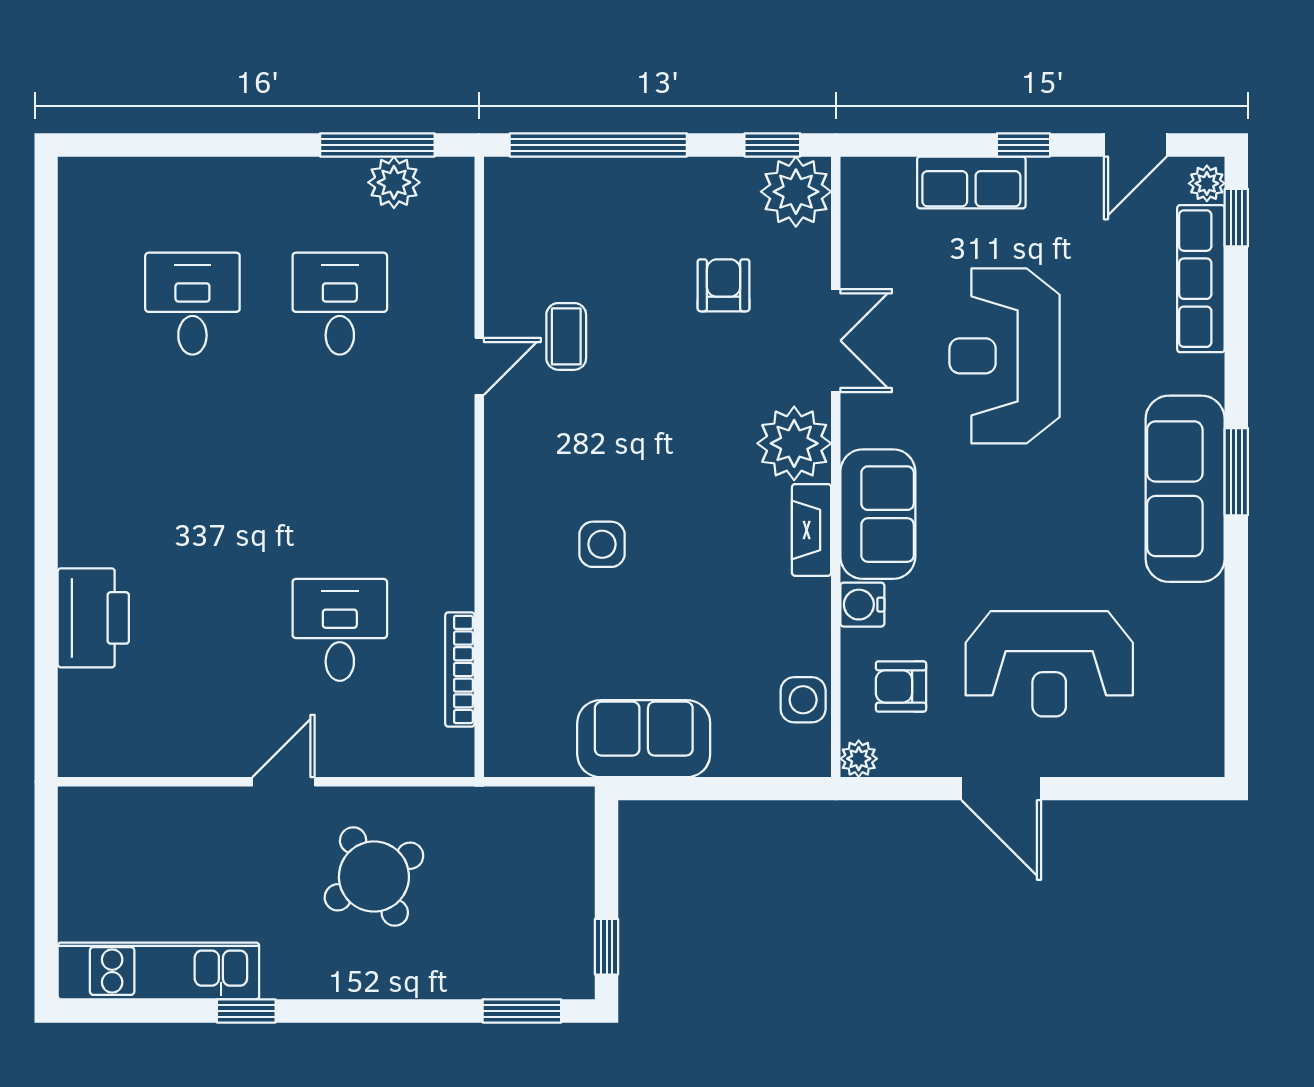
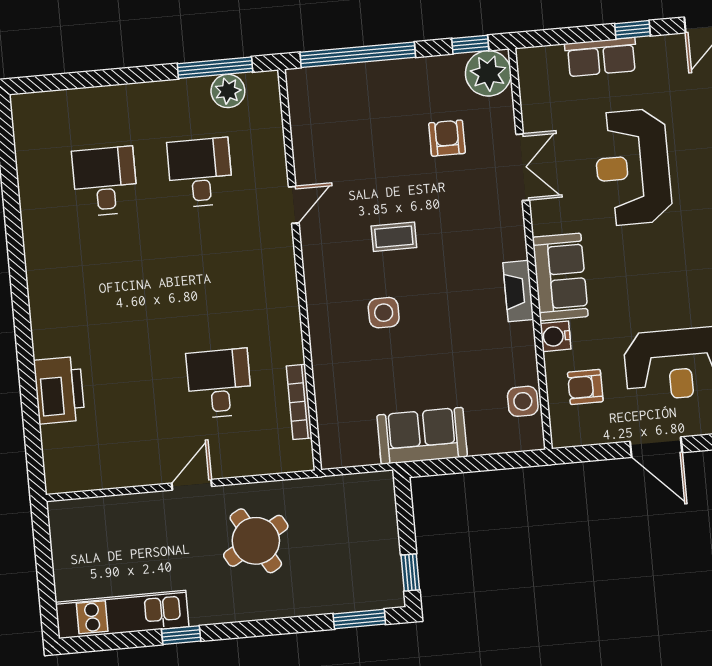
coffee table: (566, 336) -> (394, 237), moved, turned 90
plant: (794, 443) -> (502, 236), removed
plant: (859, 759) -> (562, 436), removed

